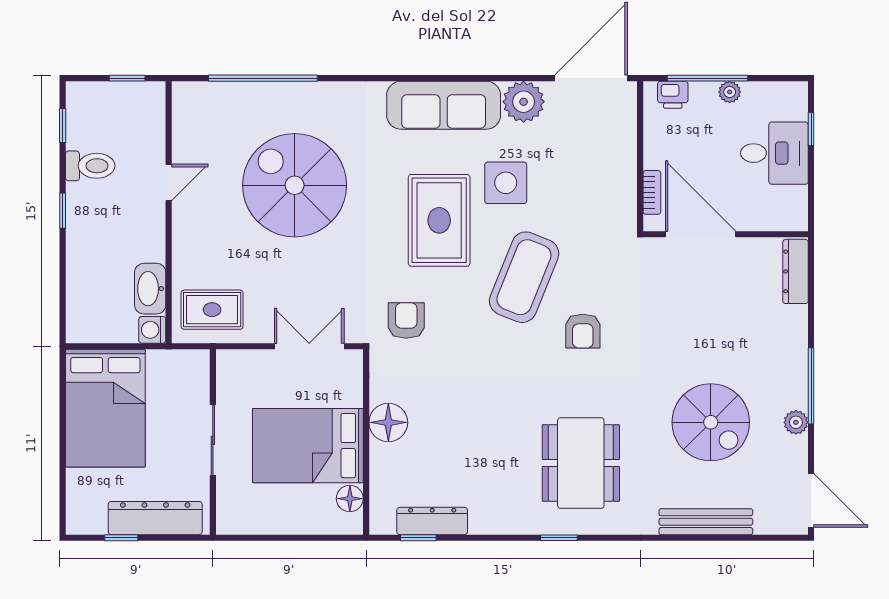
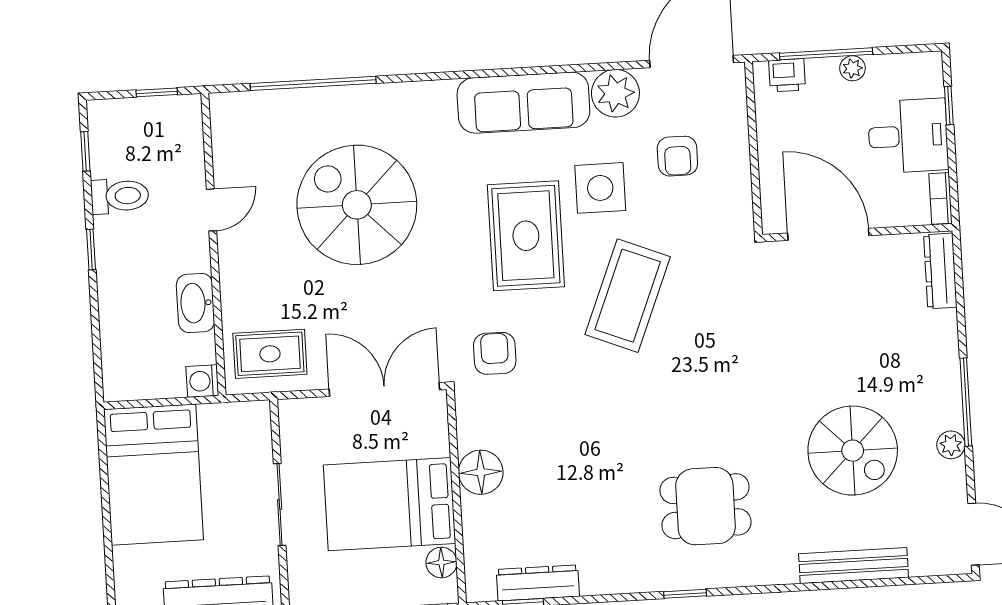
bookcase: (652, 192) -> (941, 198), moved, turned 180
washbasin: (150, 289) -> (195, 303), moved
armchair: (583, 331) -> (677, 156), moved
double door: (309, 346) -> (384, 390), width x1.37
dining table: (581, 463) -> (706, 506), width x0.73

